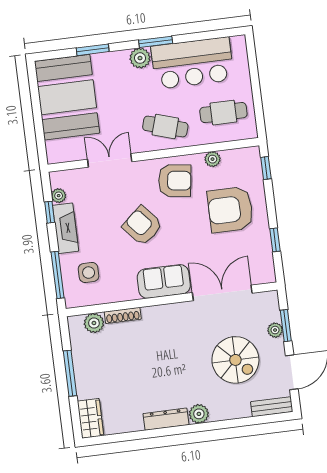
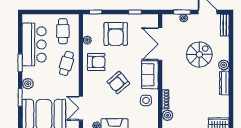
plant: (140, 58) -> (28, 84), moved
double door: (110, 160) -> (81, 108), moved
armchair: (175, 181) -> (96, 62), turned 82
side table: (89, 273) -> (146, 100), moved
spiral stairs: (235, 360) -> (199, 54), moved

